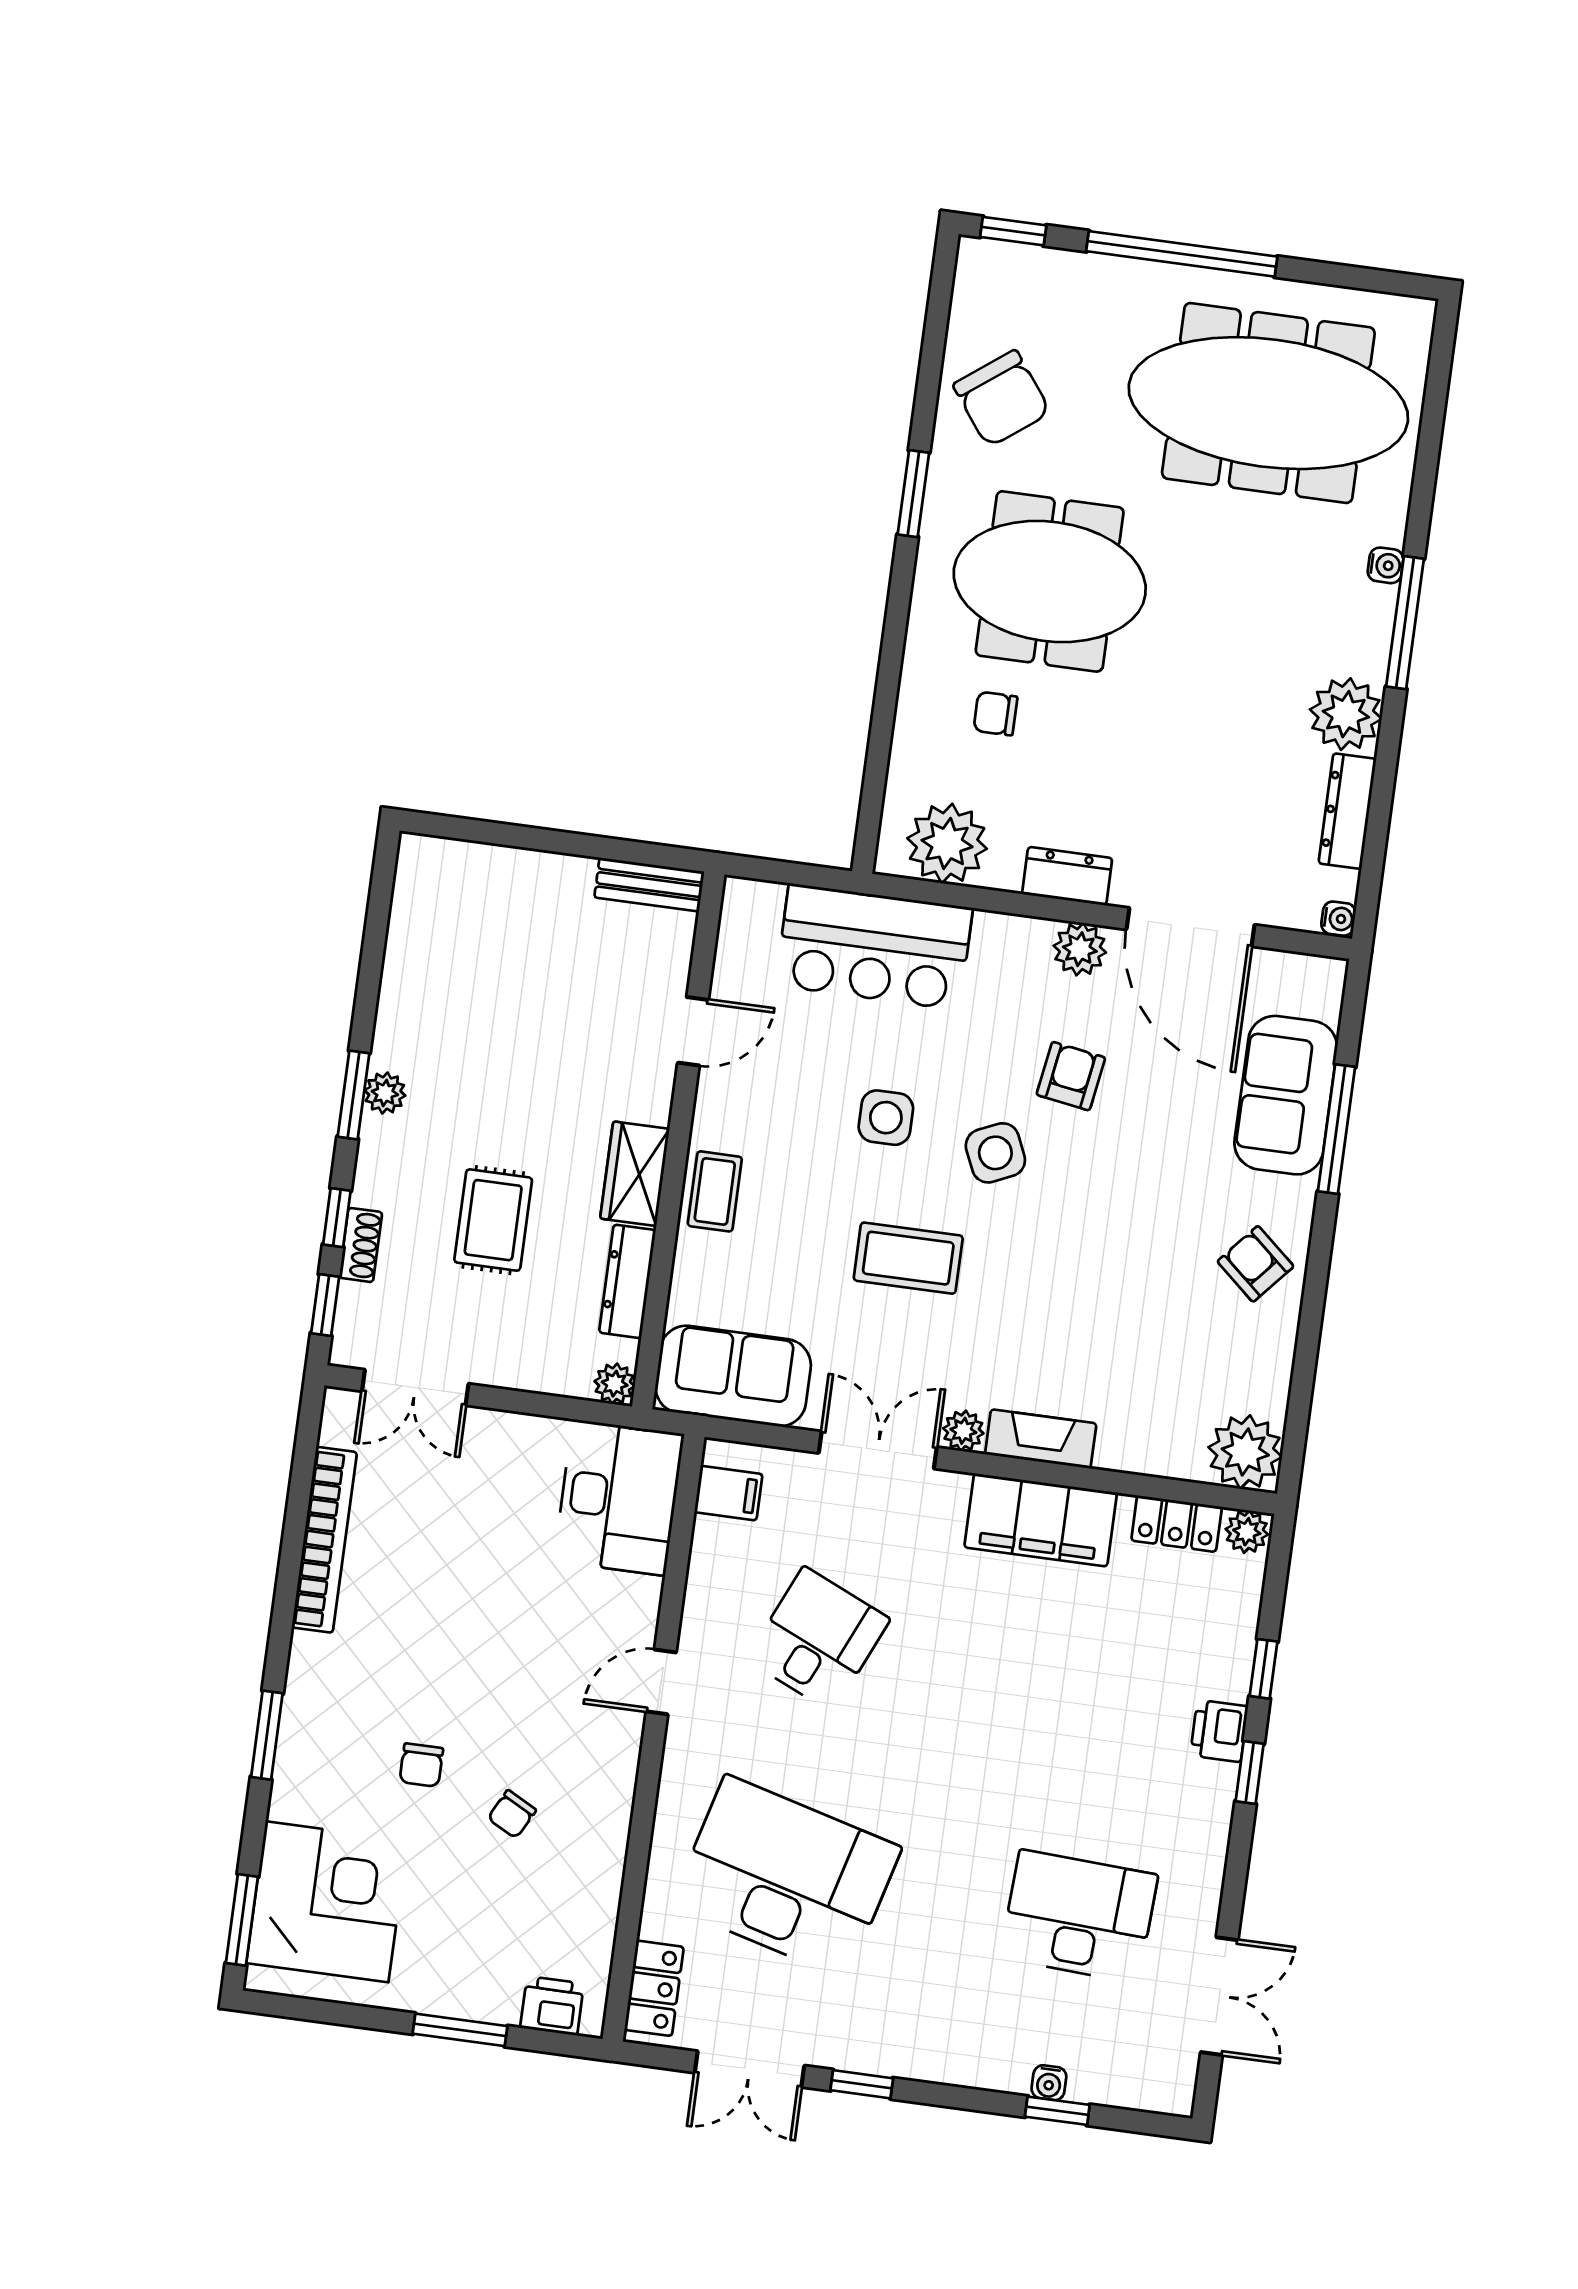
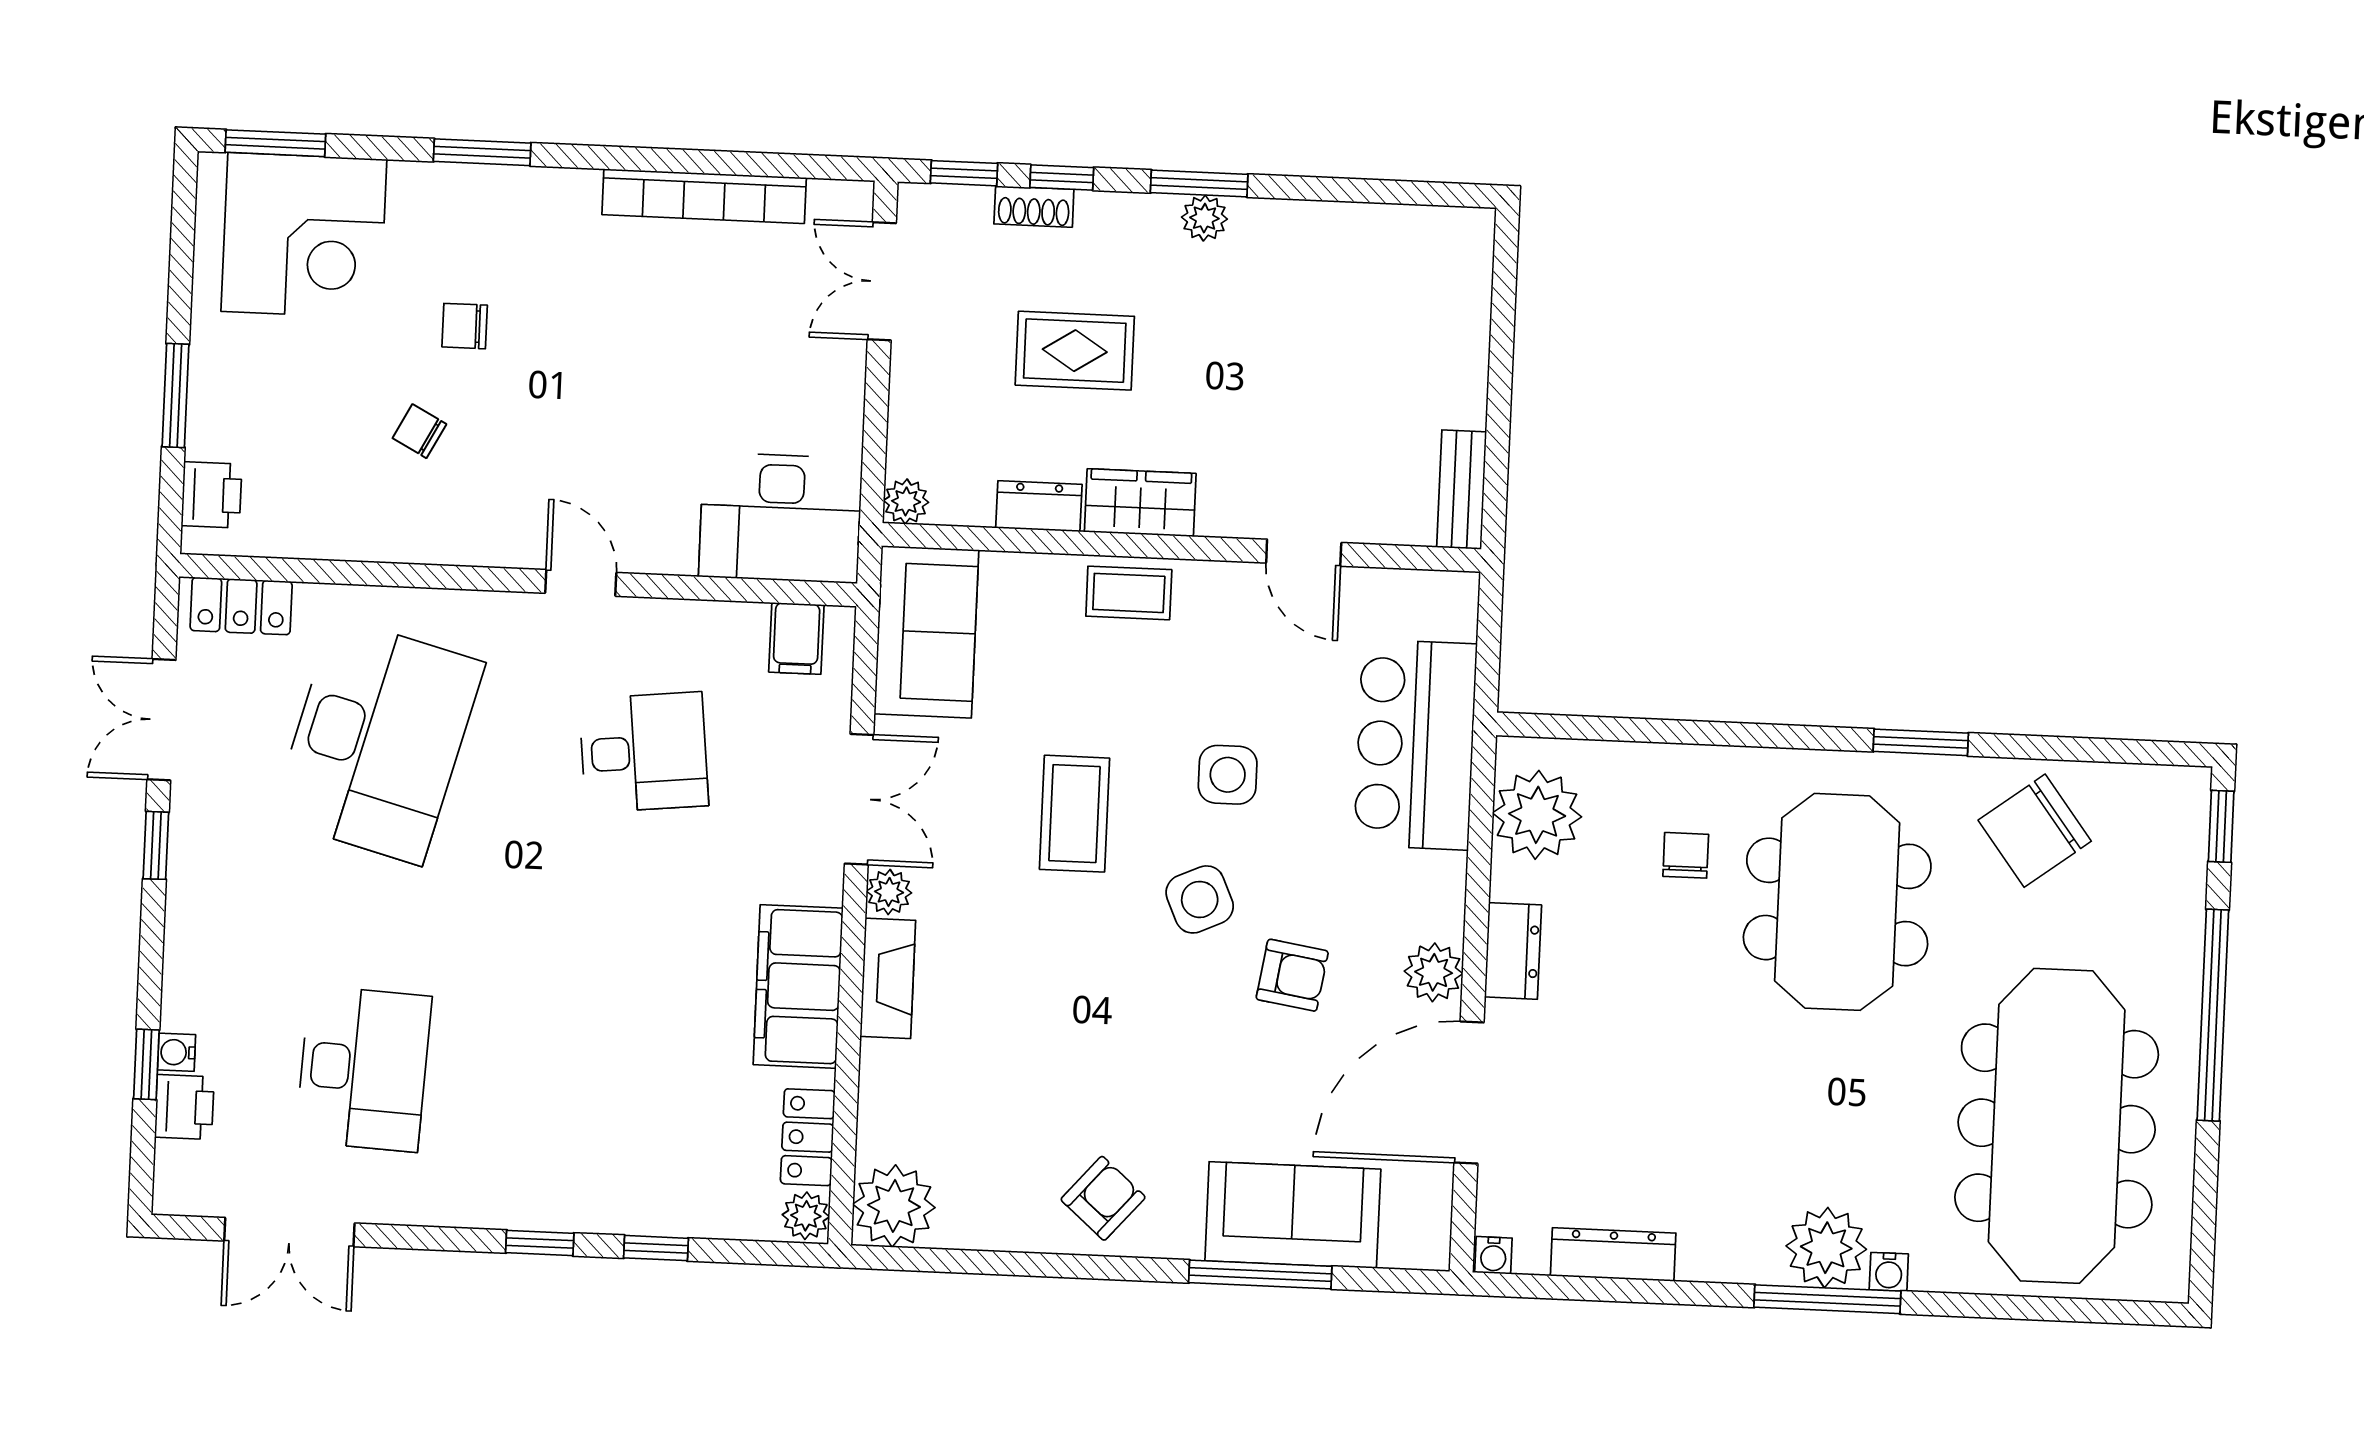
plant: (1346, 714) -> (1826, 1248), moved
dresser: (627, 1281) -> (1039, 506), width x0.70
desk: (818, 1639) -> (644, 752), turned -30
printer: (1219, 1731) -> (184, 1107), moved, turned 90

